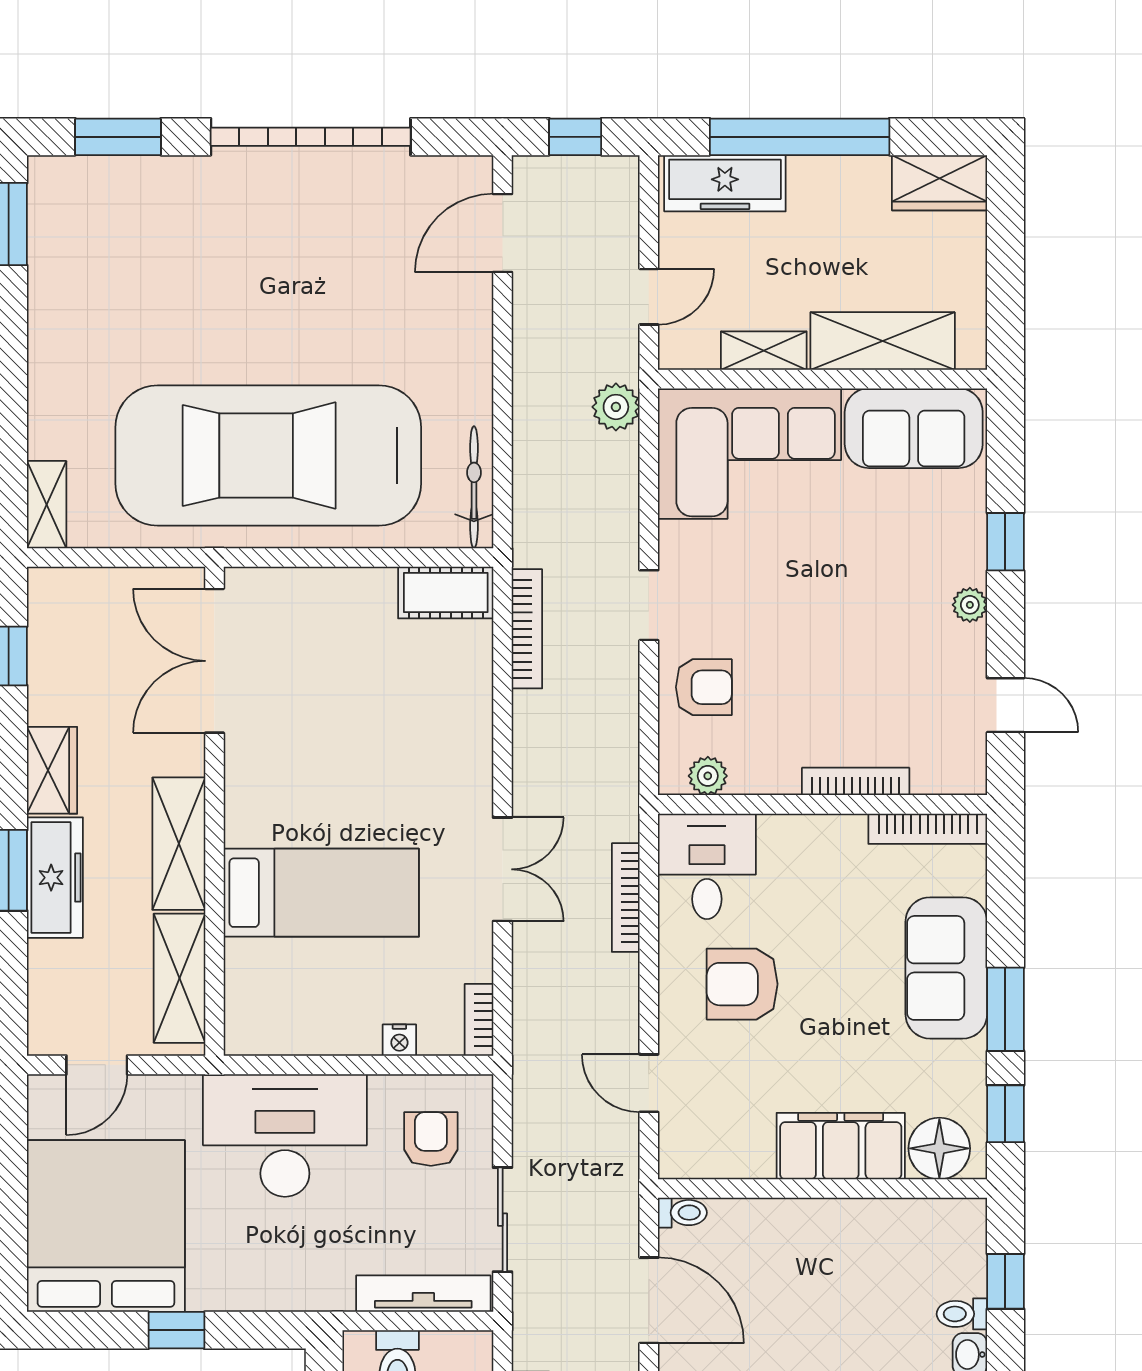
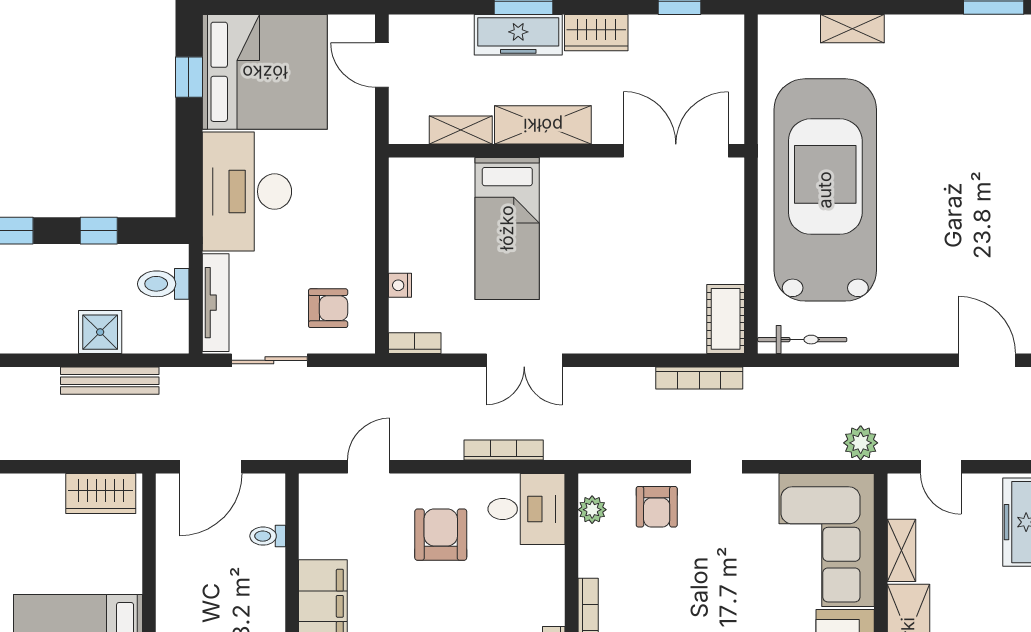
shelving: (47, 505) -> (852, 29), moved
shelving: (179, 978) -> (461, 130), width x0.67, depth x0.75
desk: (285, 1135) -> (247, 192), moved, turned 180
toilet: (682, 1213) -> (268, 536), moved, turned 90
window: (176, 1330) -> (189, 77), moved

